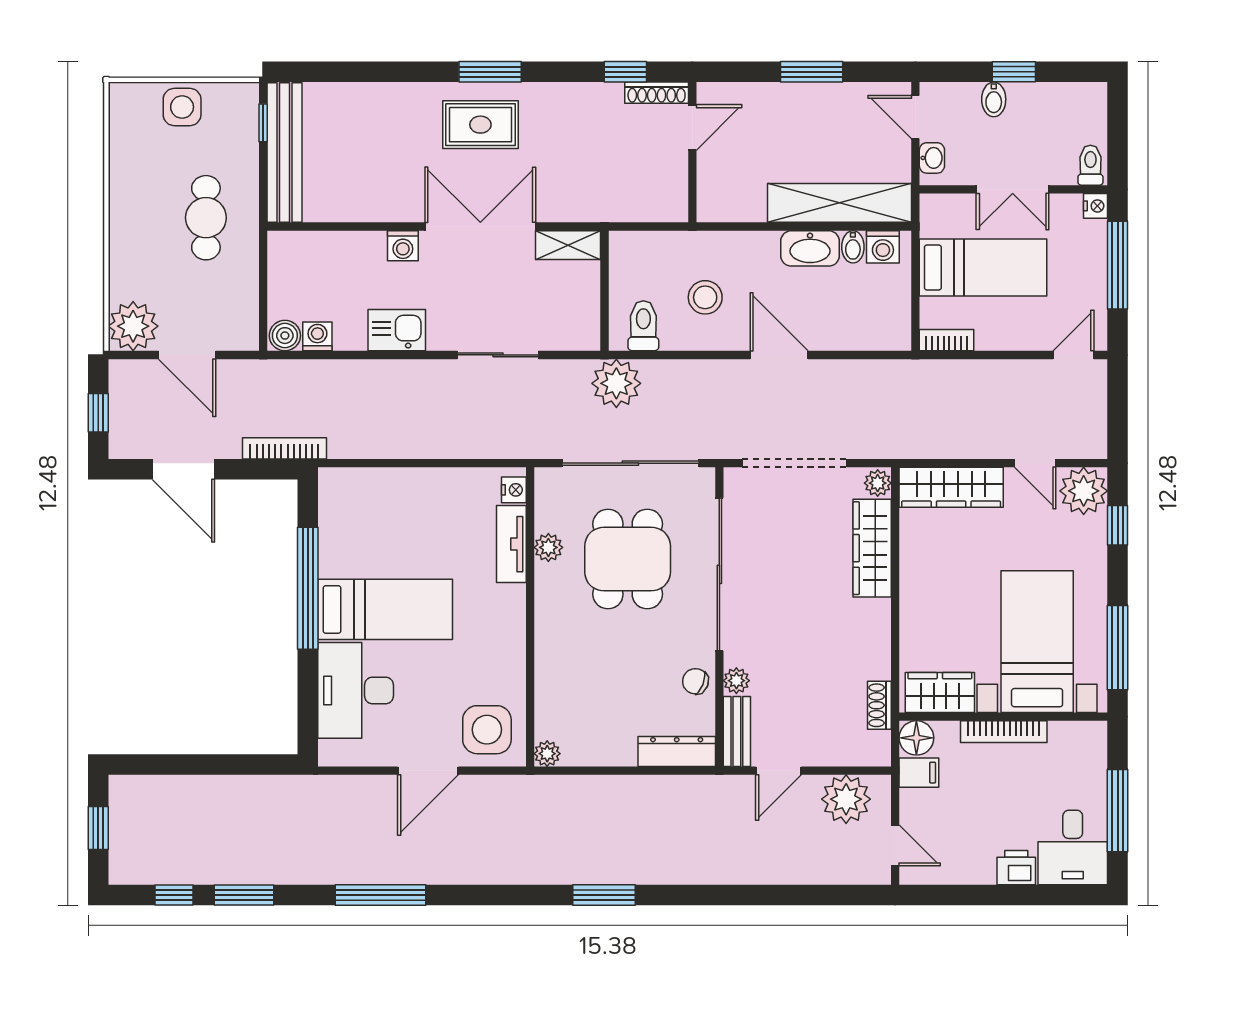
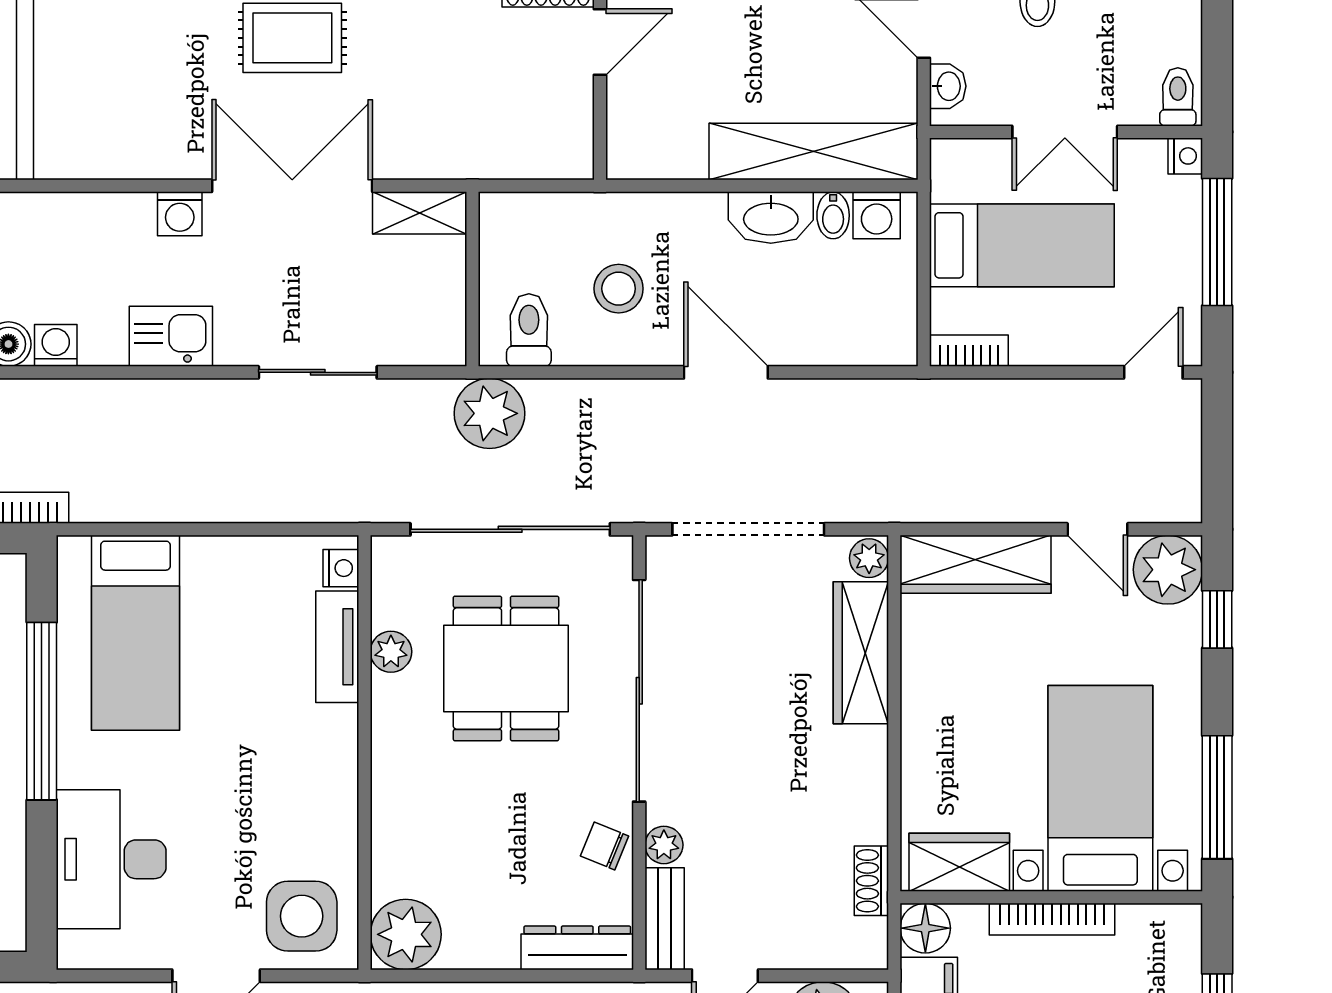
bed: (385, 609) -> (136, 633), moved, turned 90
plant: (547, 754) -> (406, 934), width x1.88, depth x1.88

